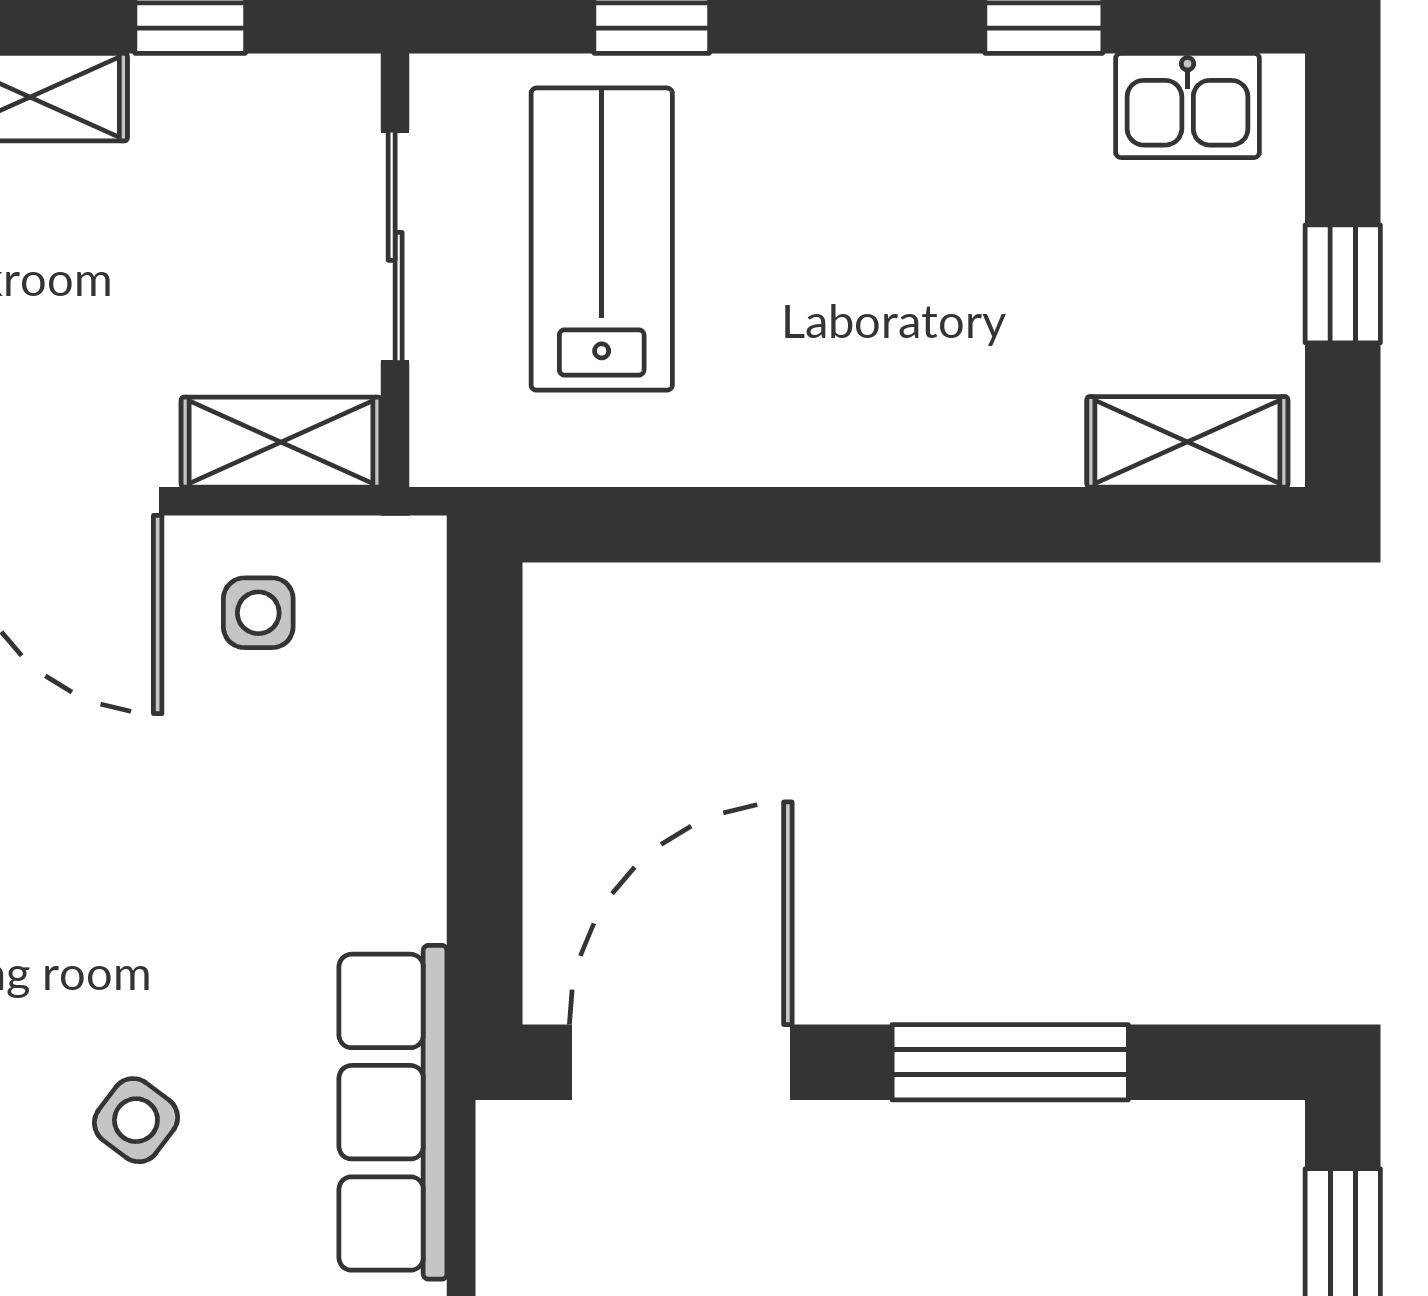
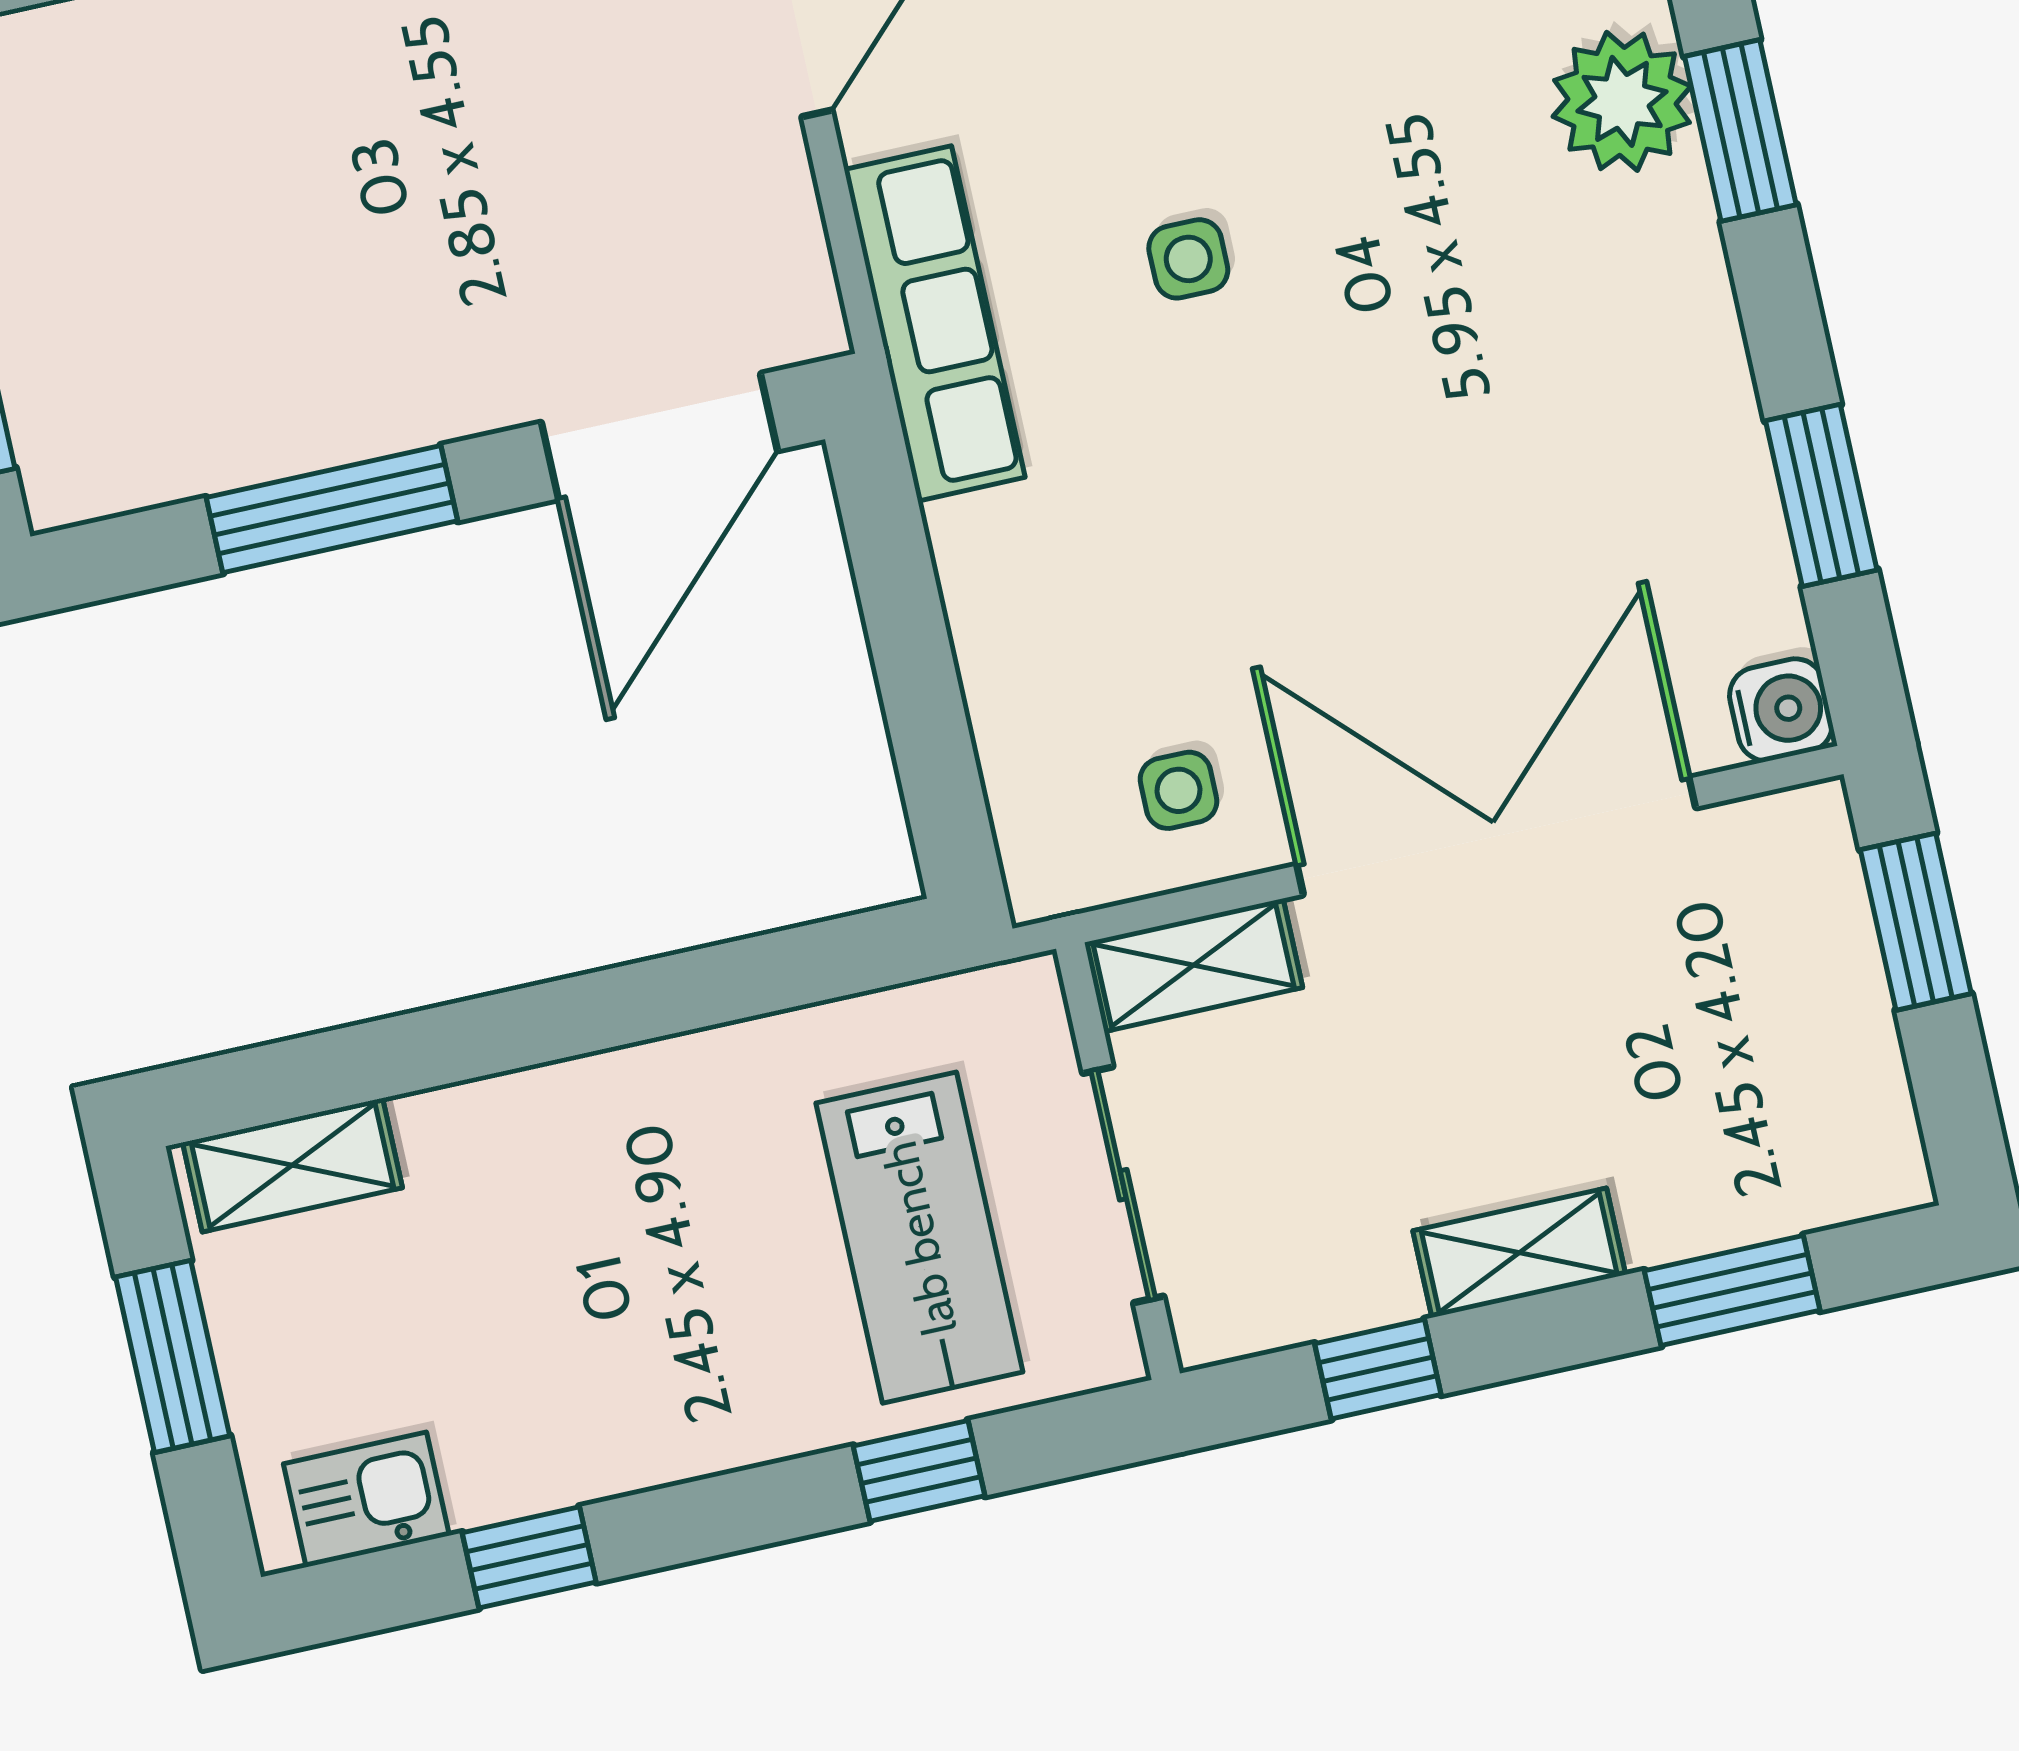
window: (1343, 284) -> (173, 1356), width x1.50
side table: (136, 1120) -> (1188, 259), turned -37

